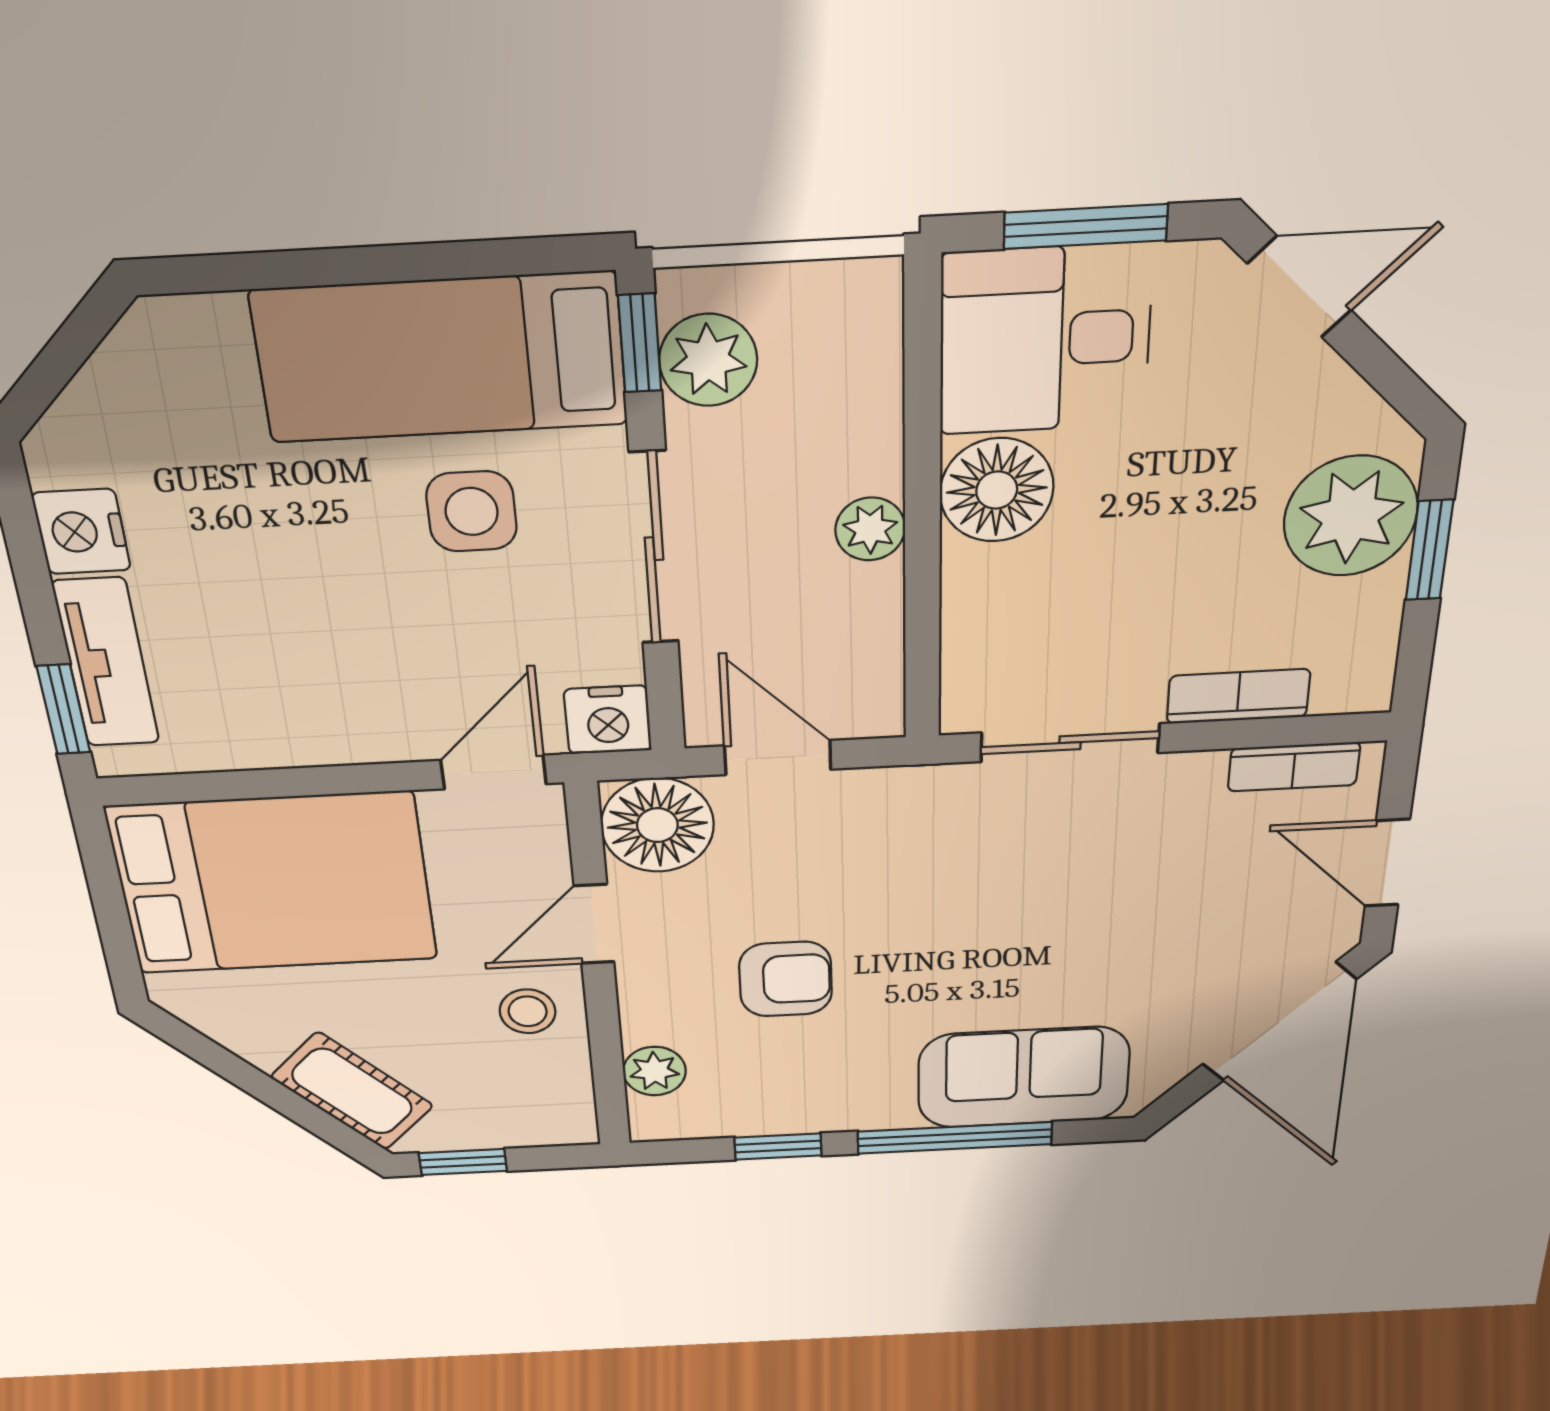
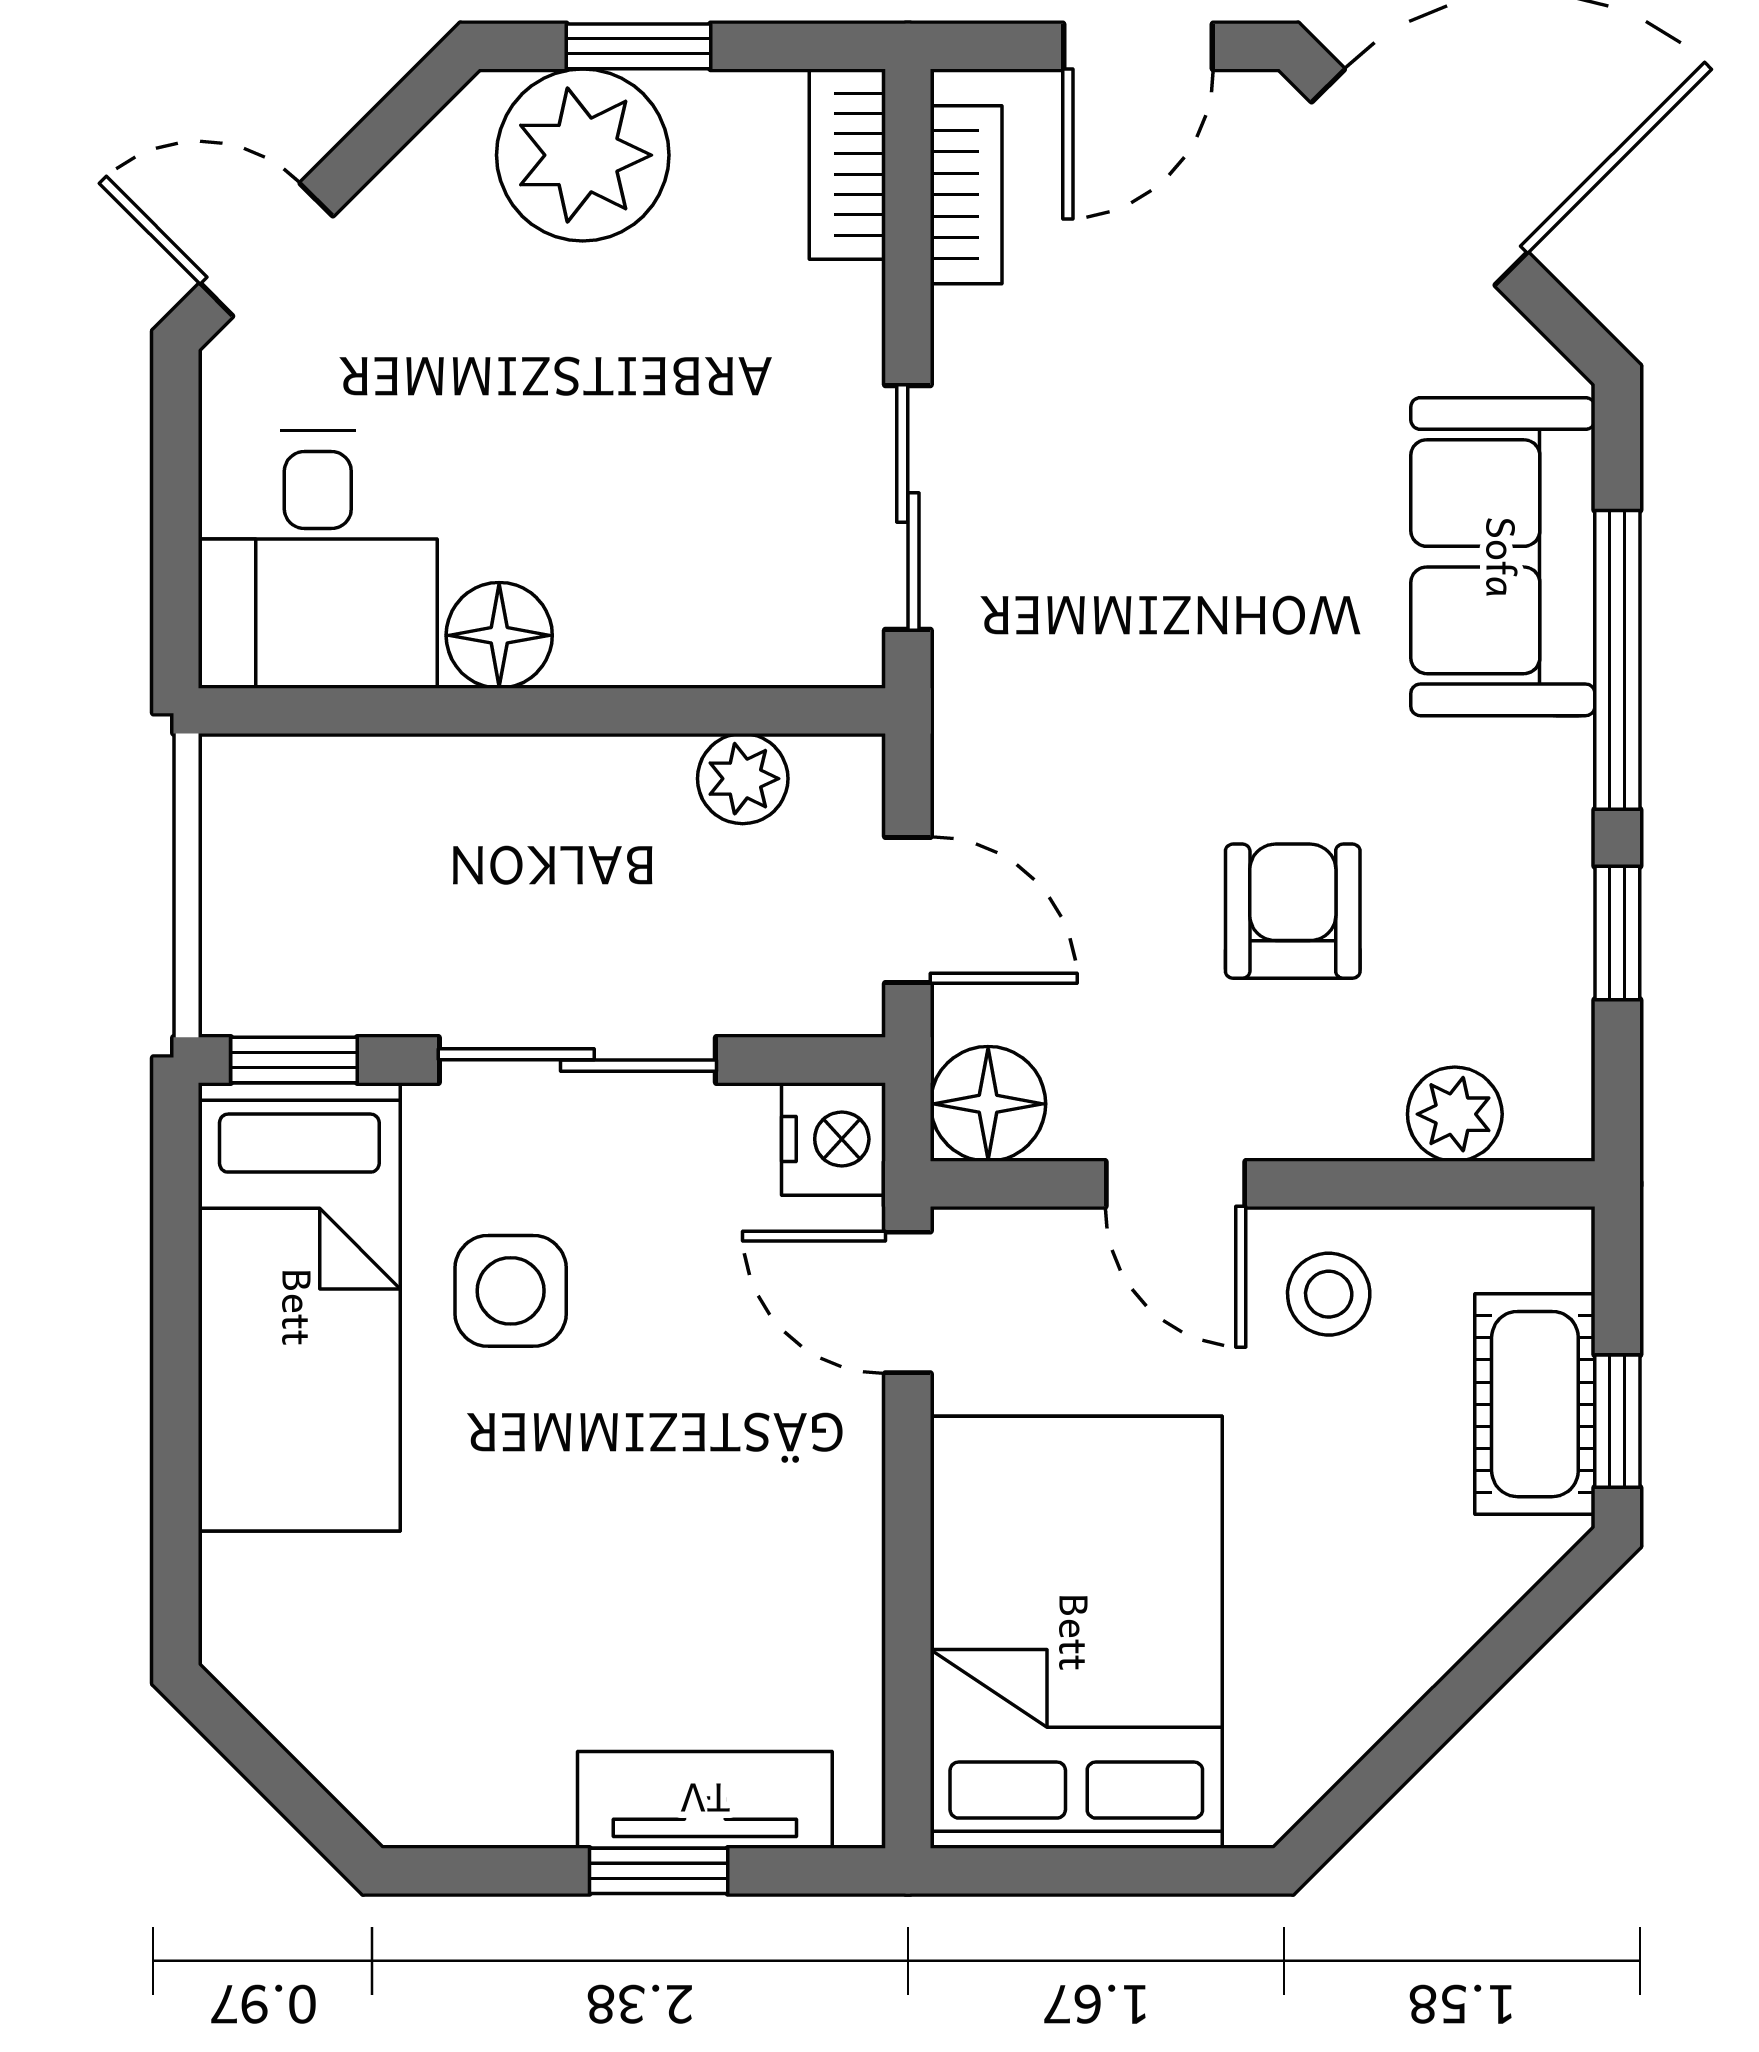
window: (1086, 227) -> (176, 515), removed
door: (1300, 287) -> (266, 250), hinge flipped
plant: (708, 360) -> (321, 977), removed
floor lamp: (997, 490) -> (499, 635), width x0.73, depth x0.73
plant: (870, 529) -> (743, 779), moved
nightstand: (81, 532) -> (510, 1795), removed
bookcase: (1238, 696) -> (847, 164), moved
window: (64, 709) -> (659, 1871), moved
door: (778, 758) -> (908, 910), swing flipped
floor lamp: (657, 825) -> (988, 1104), width x0.73, depth x0.73
cot: (352, 1091) -> (1535, 1404), moved, turned -45

